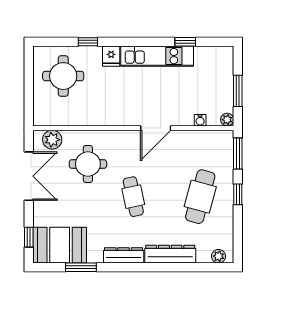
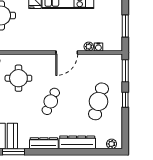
plant: (227, 120) -> (89, 47), moved
cafe table: (133, 197) -> (51, 101), turned 36

